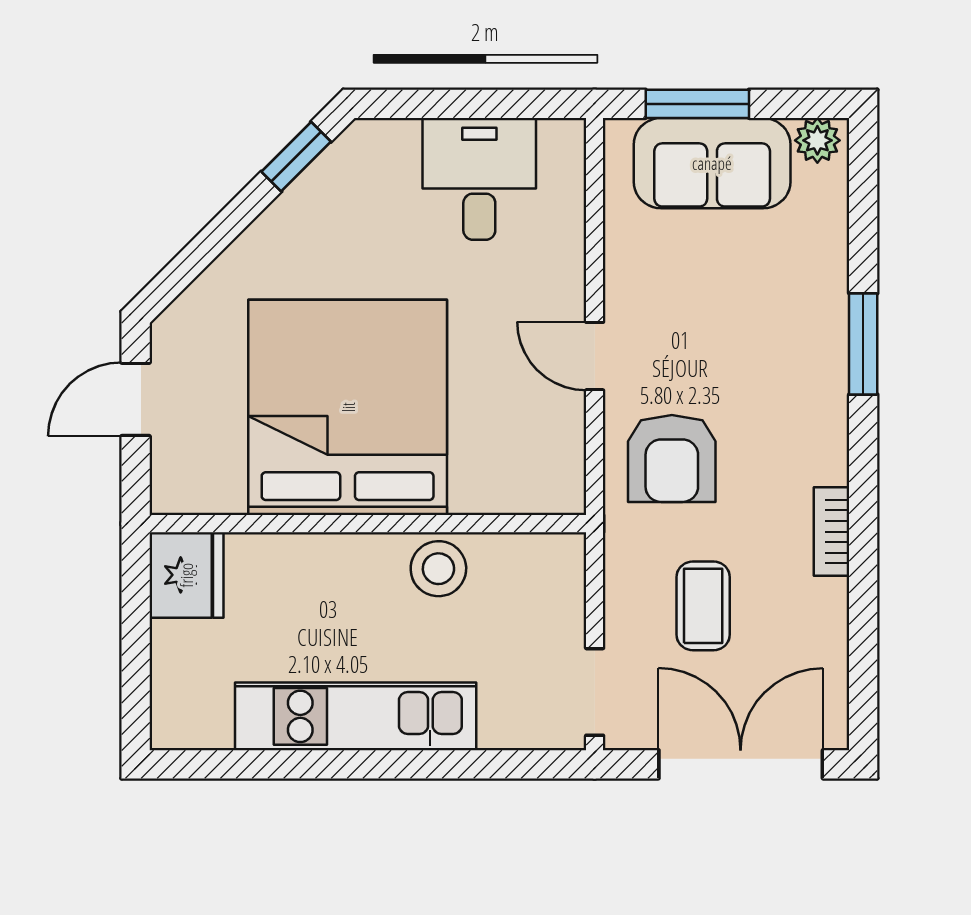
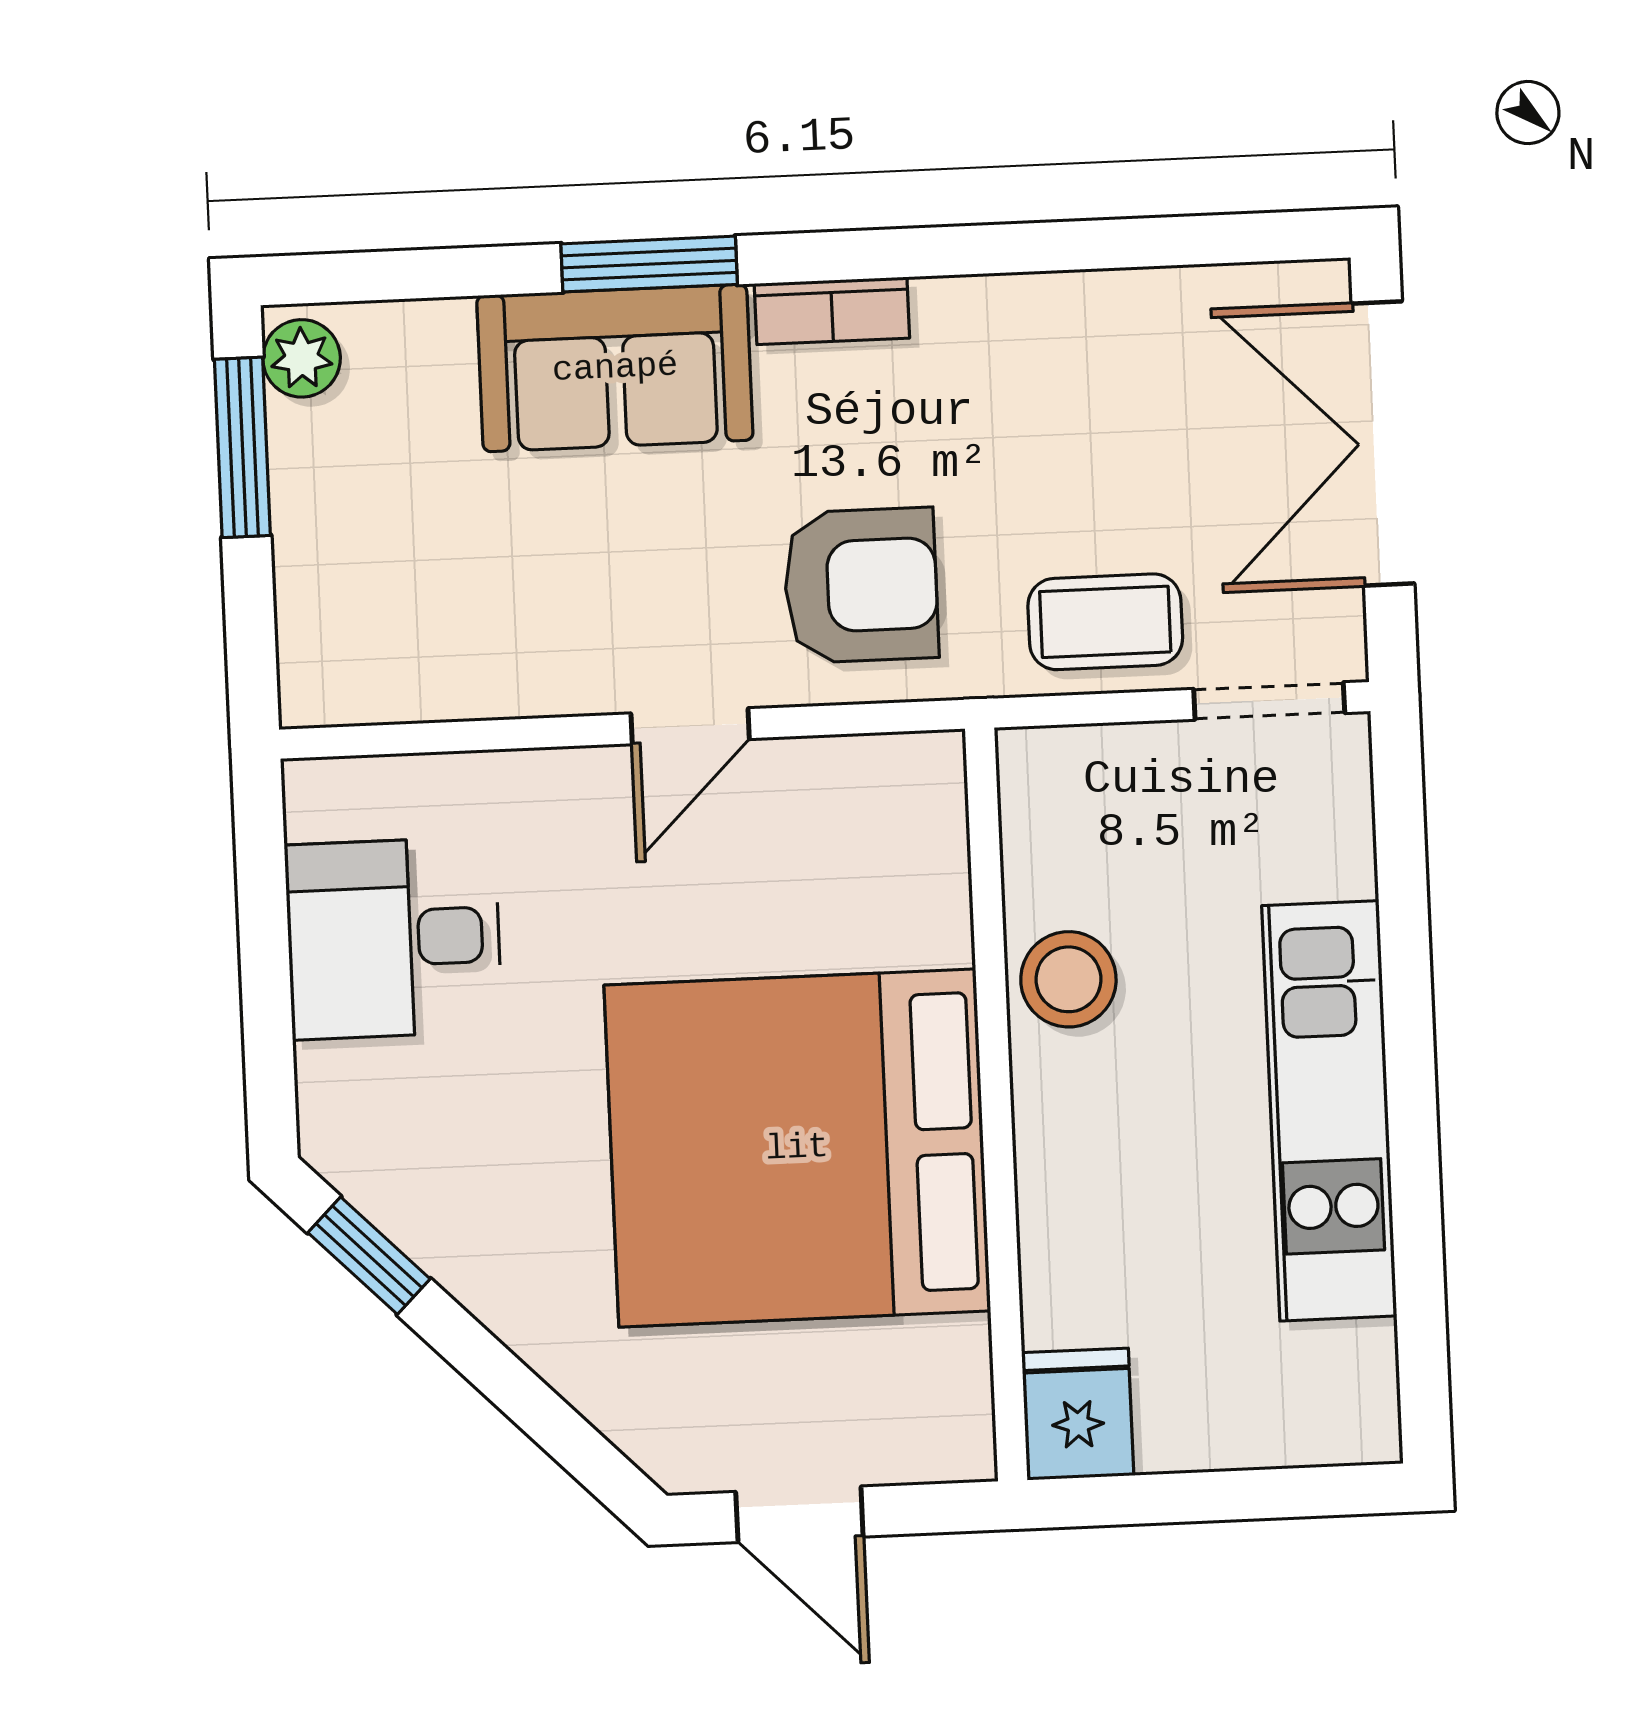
window: (697, 104) -> (242, 447), moved
sofa: (712, 163) -> (615, 368), moved, turned 90
bookcase: (831, 532) -> (832, 311), moved
fridge: (186, 575) -> (1078, 1414), width x0.72
coffee table: (703, 606) -> (1105, 622), moved

